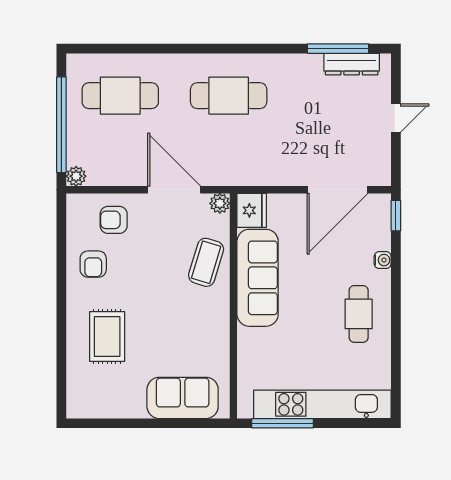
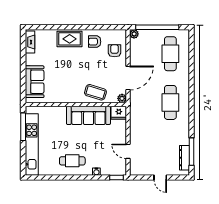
door: (337, 190) -> (128, 151), width x0.53
rug: (107, 337) -> (70, 39), moved
fireplace: (94, 408) -> (30, 42), added

